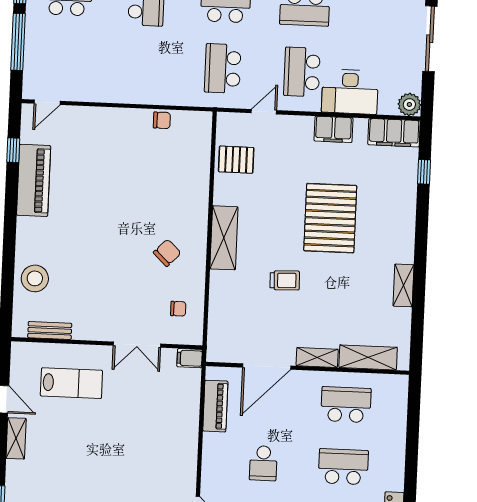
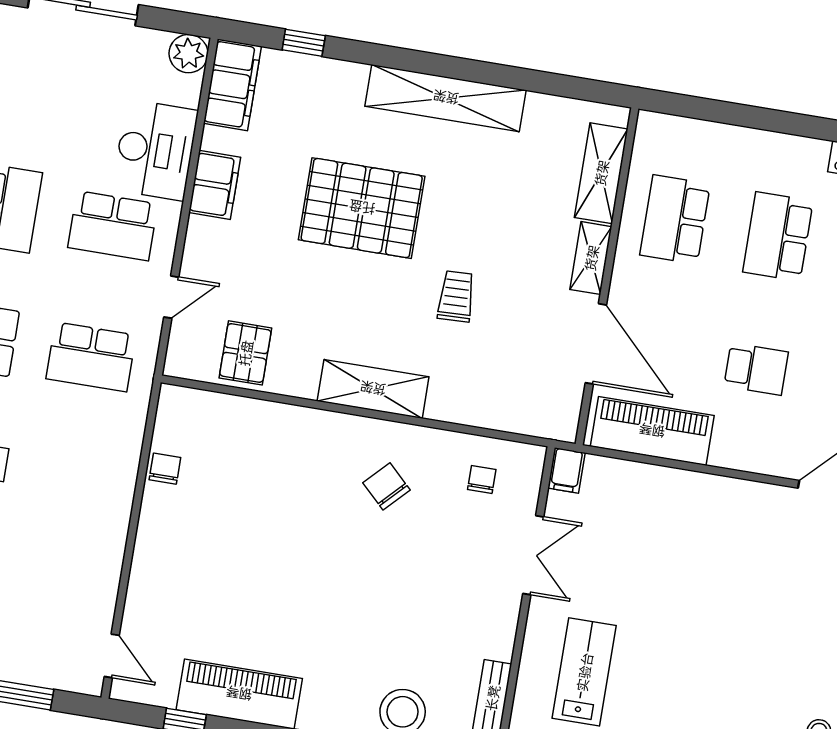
door: (264, 112) -> (171, 297), swing flipped
shelving: (403, 285) -> (446, 98), width x2.20, depth x1.33
piano: (215, 406) -> (652, 431), width x1.37, depth x1.33

